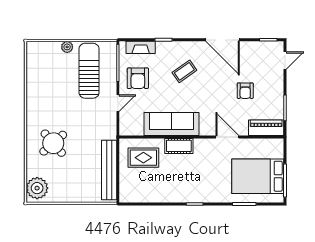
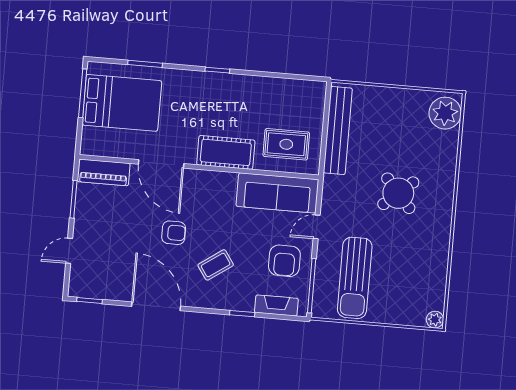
plant: (67, 47) -> (435, 320), moved
door: (285, 60) -> (69, 251), moved
armchair: (138, 78) -> (284, 261), turned 180
armchair: (245, 91) -> (174, 233), moved, turned 90
sofa: (172, 124) -> (277, 193), moved
door: (227, 137) -> (161, 164), width x1.36
round table: (53, 143) -> (398, 193), moved
cot: (179, 146) -> (226, 152), width x1.37, depth x1.34

